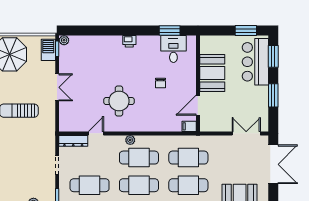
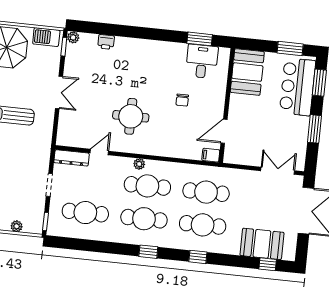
printer: (129, 41) -> (106, 42), moved
barbecue: (48, 50) -> (46, 37), moved, turned -90
booth: (212, 73) -> (247, 72), moved

